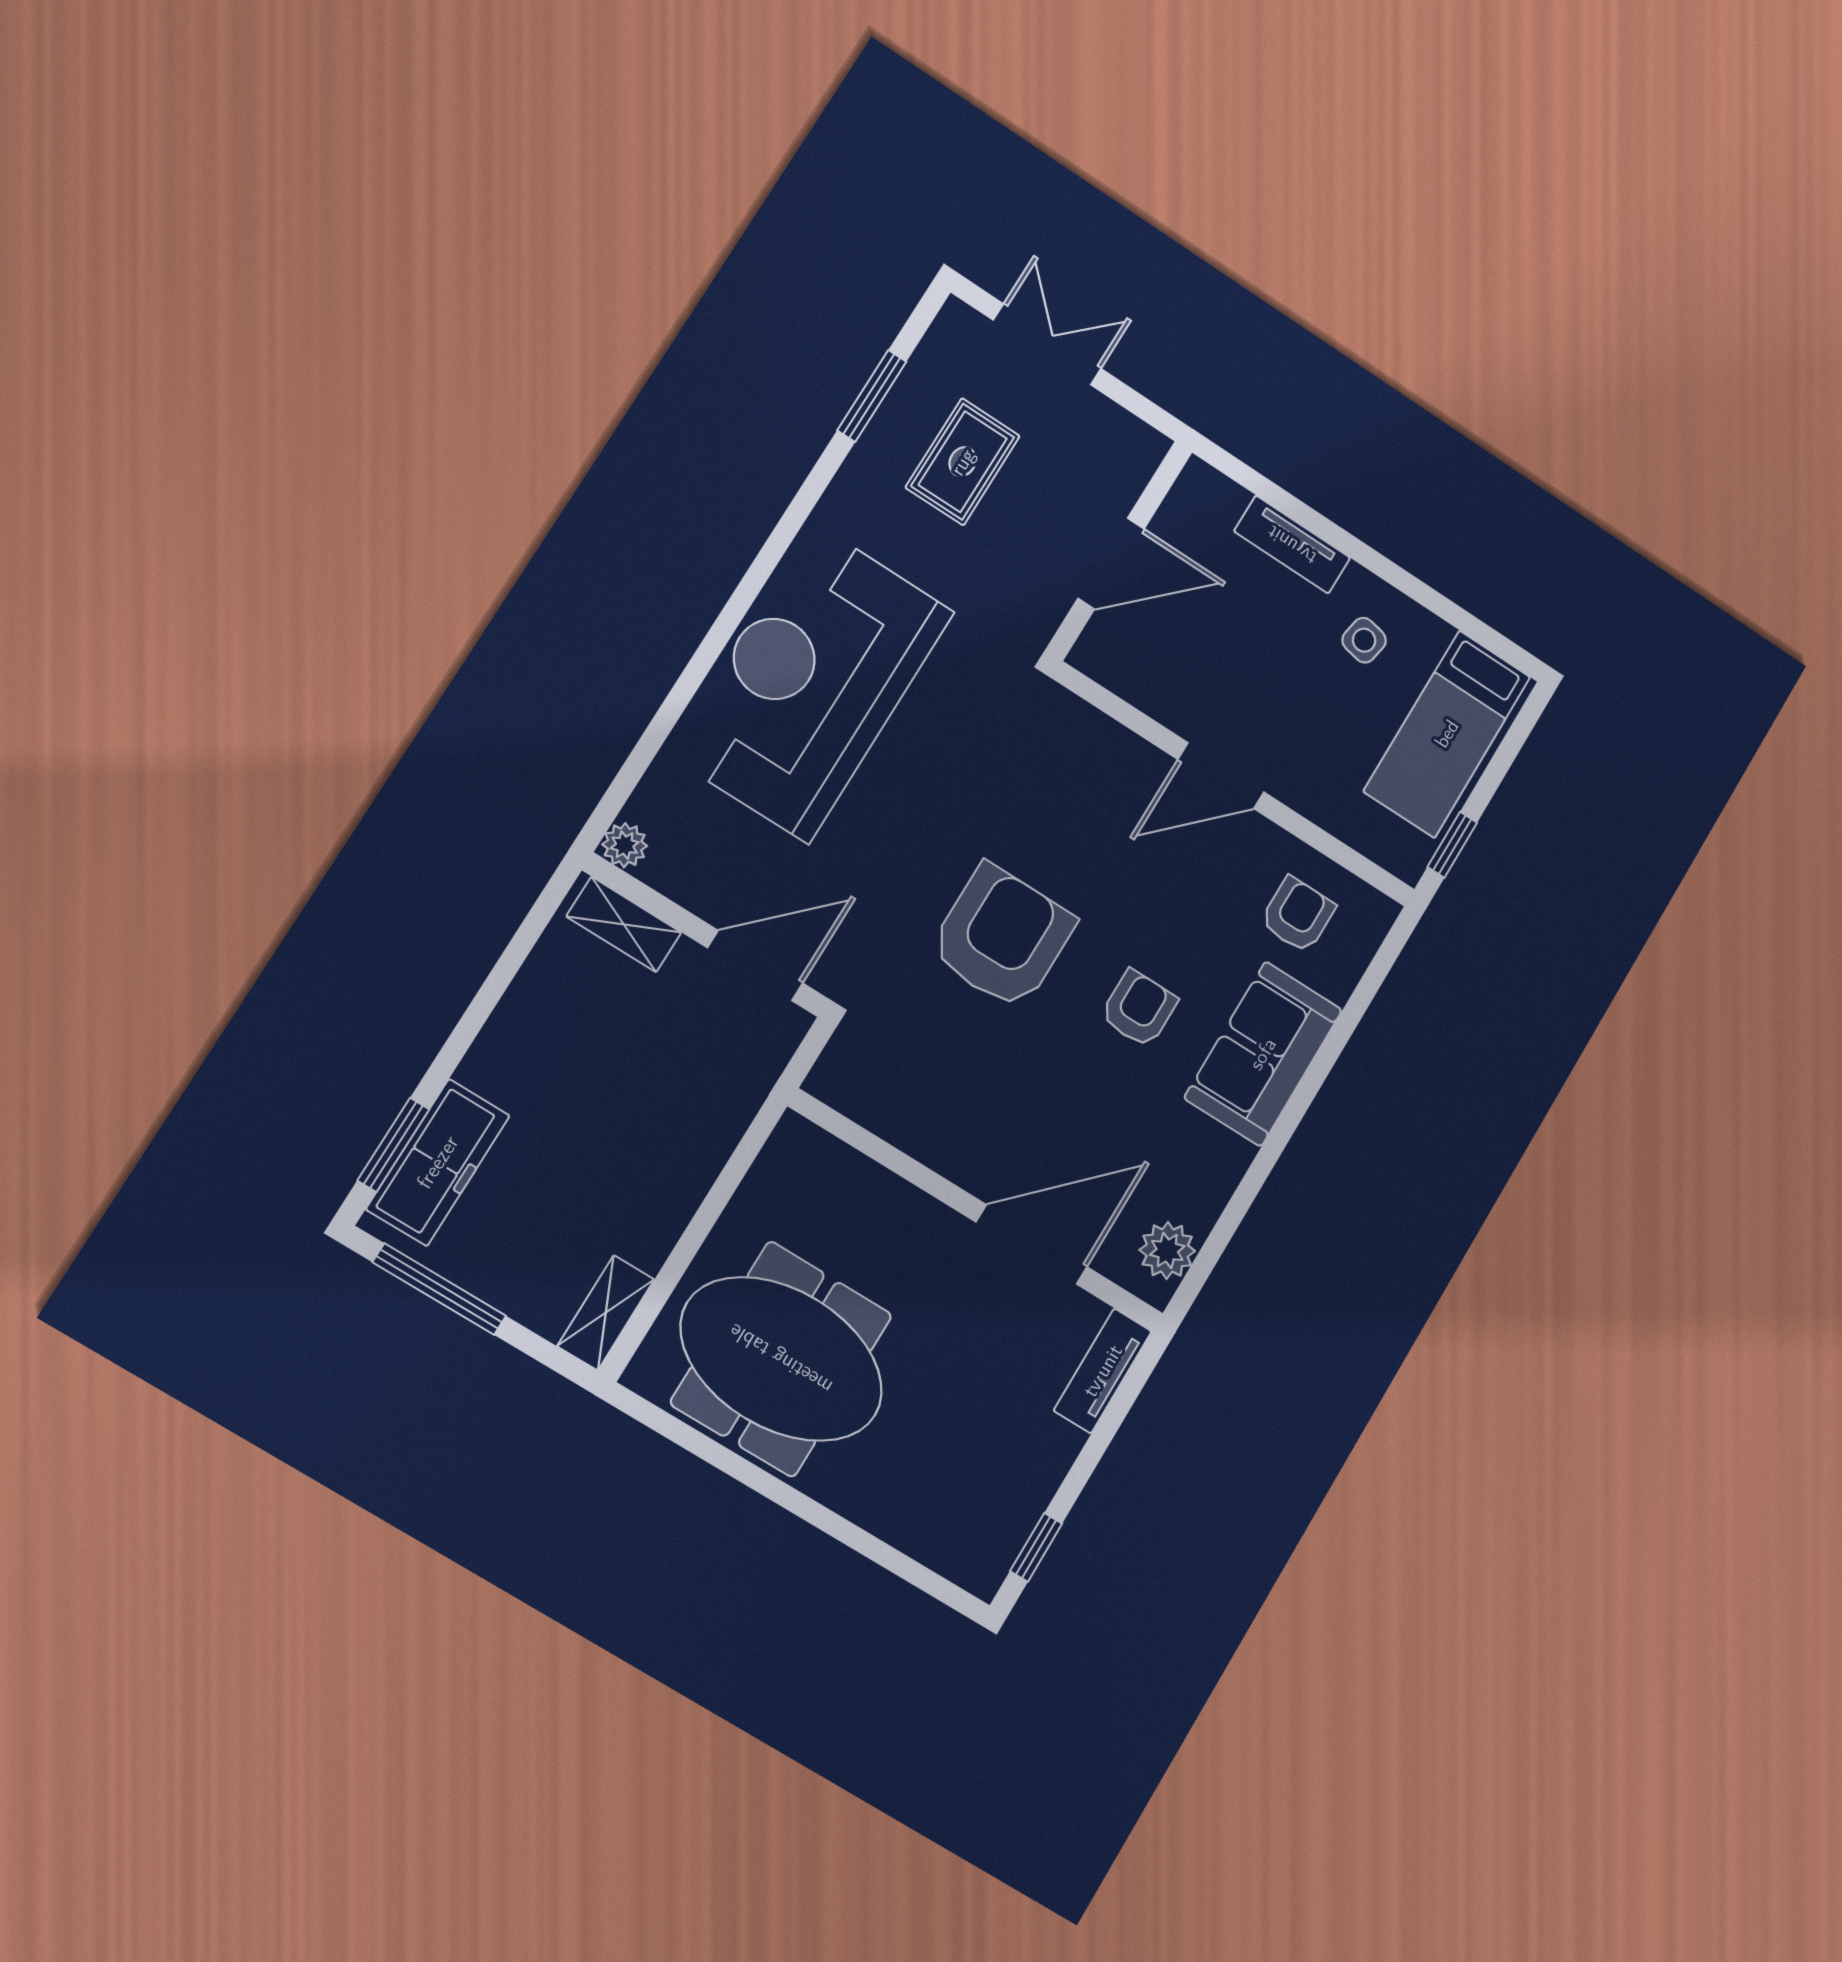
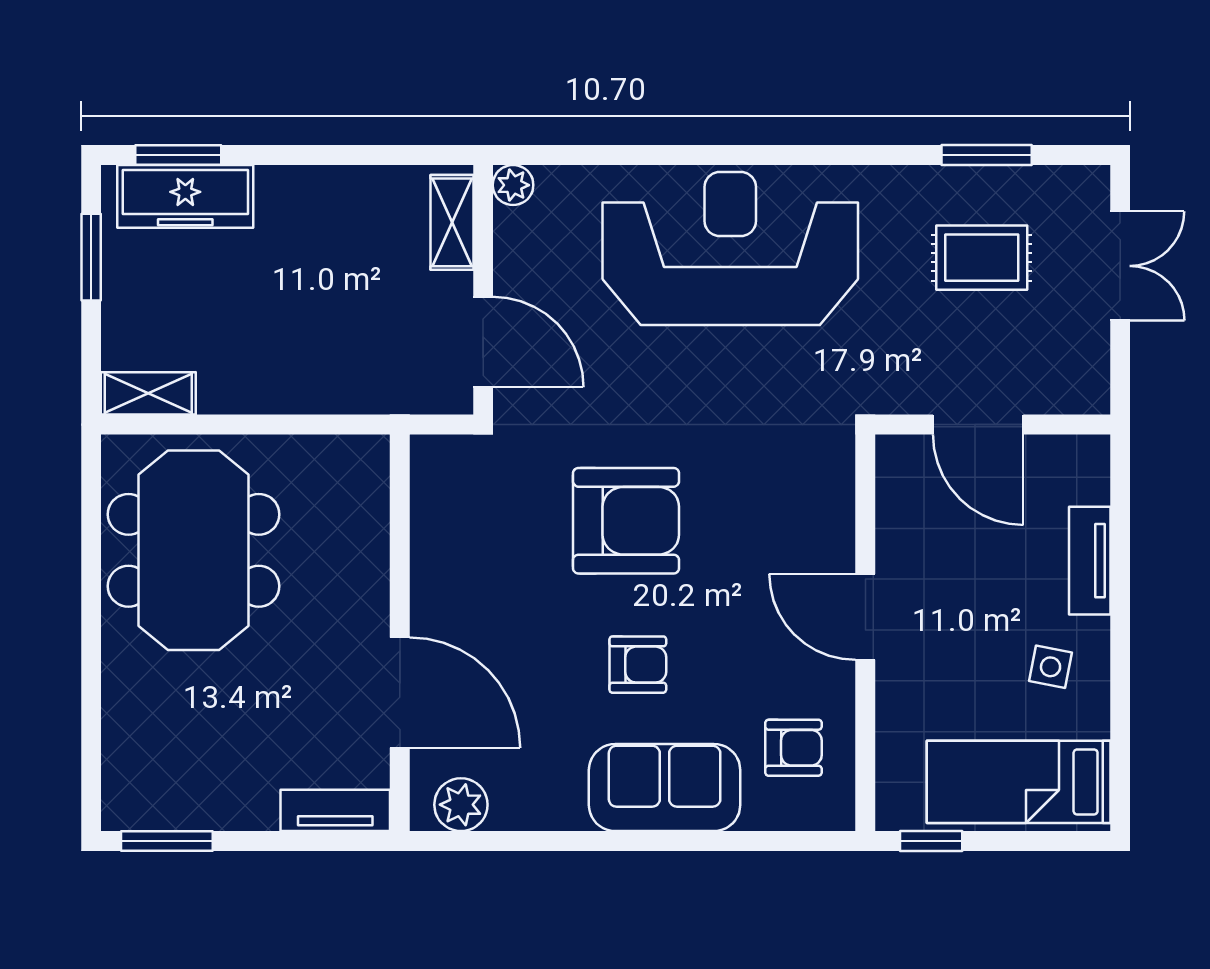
window: (439, 1289) -> (91, 257), width x0.69
window: (1036, 1547) -> (167, 841), width x1.50

